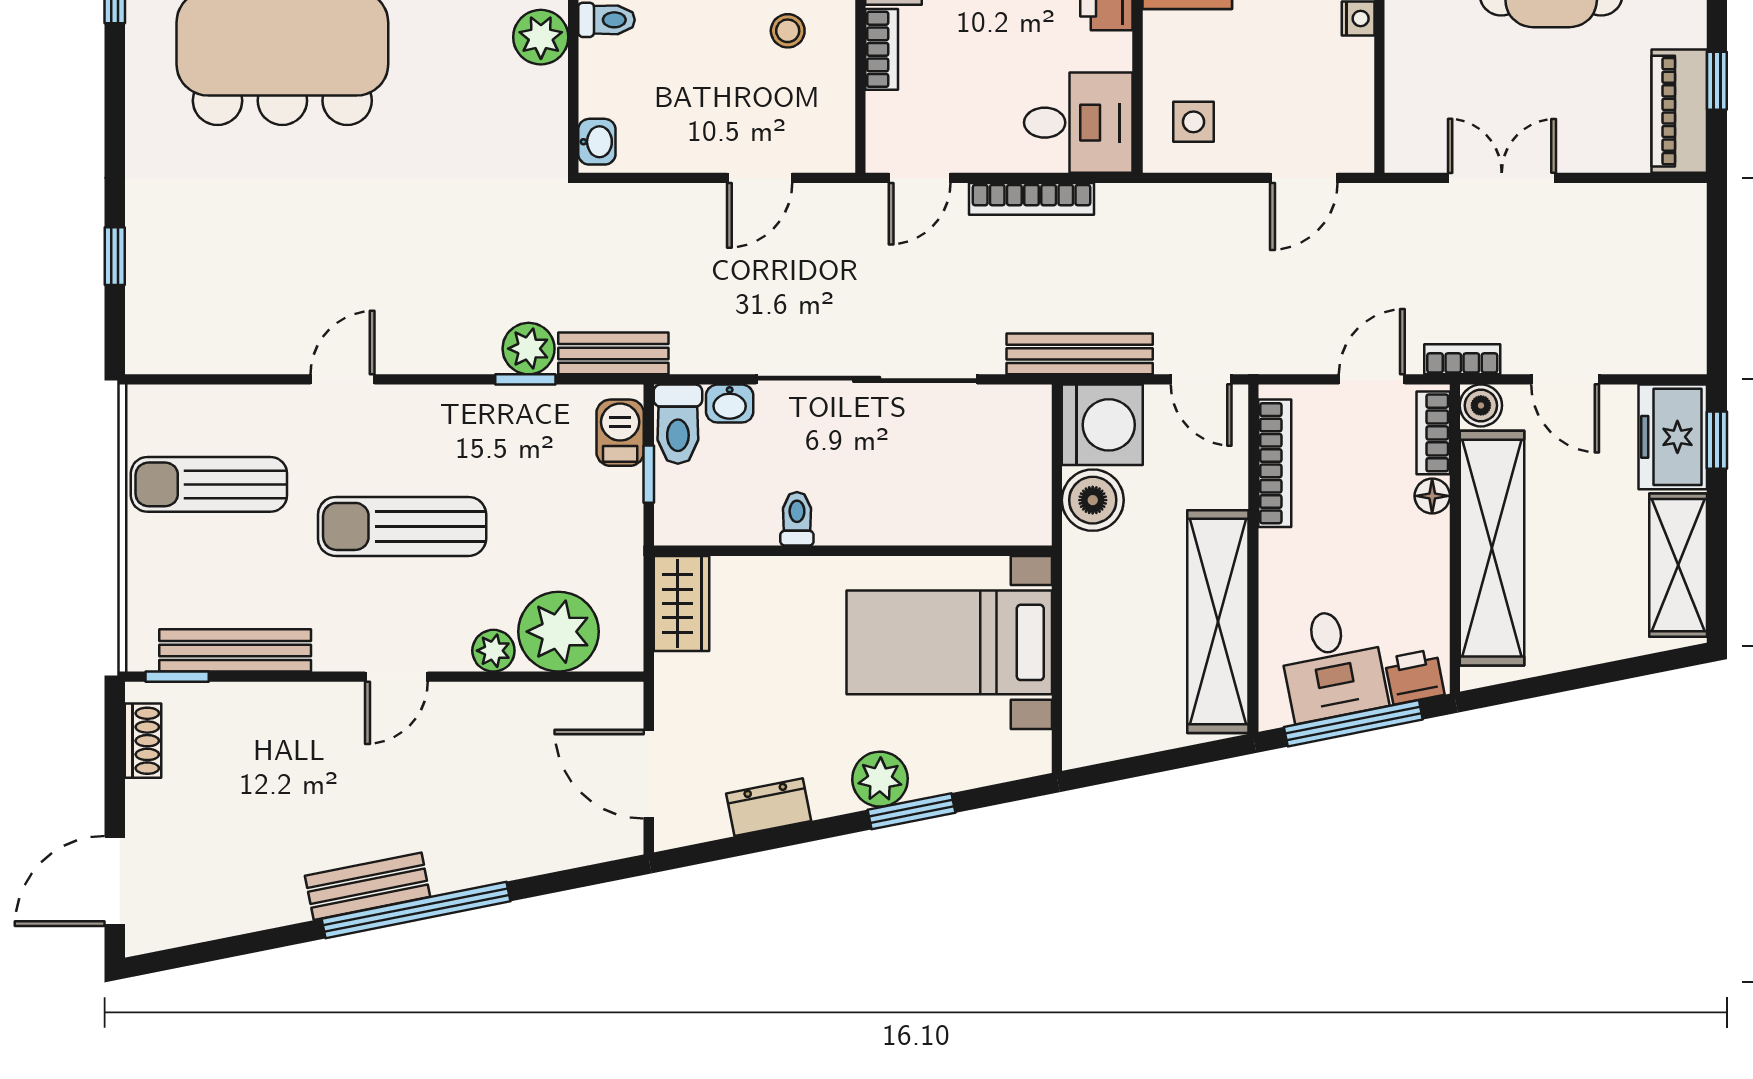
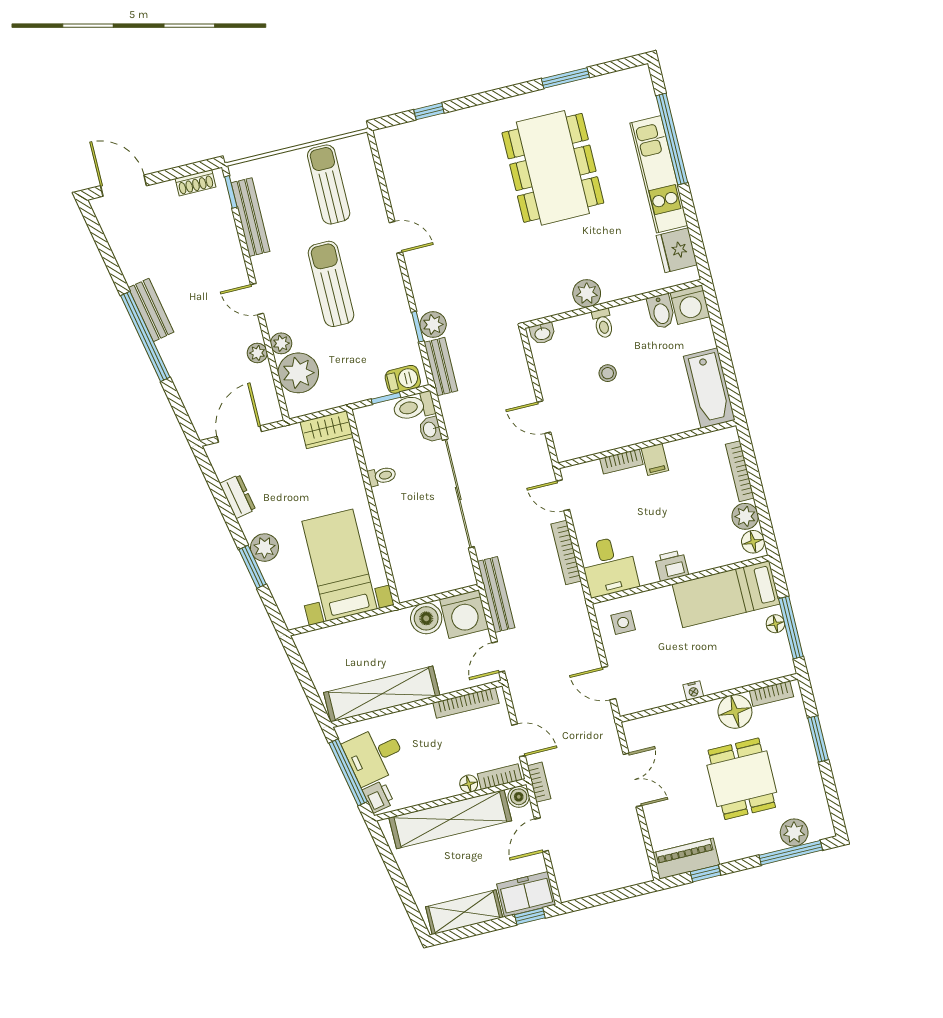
stool: (788, 31) -> (608, 373), moved
plant: (501, 701) -> (257, 353), added

